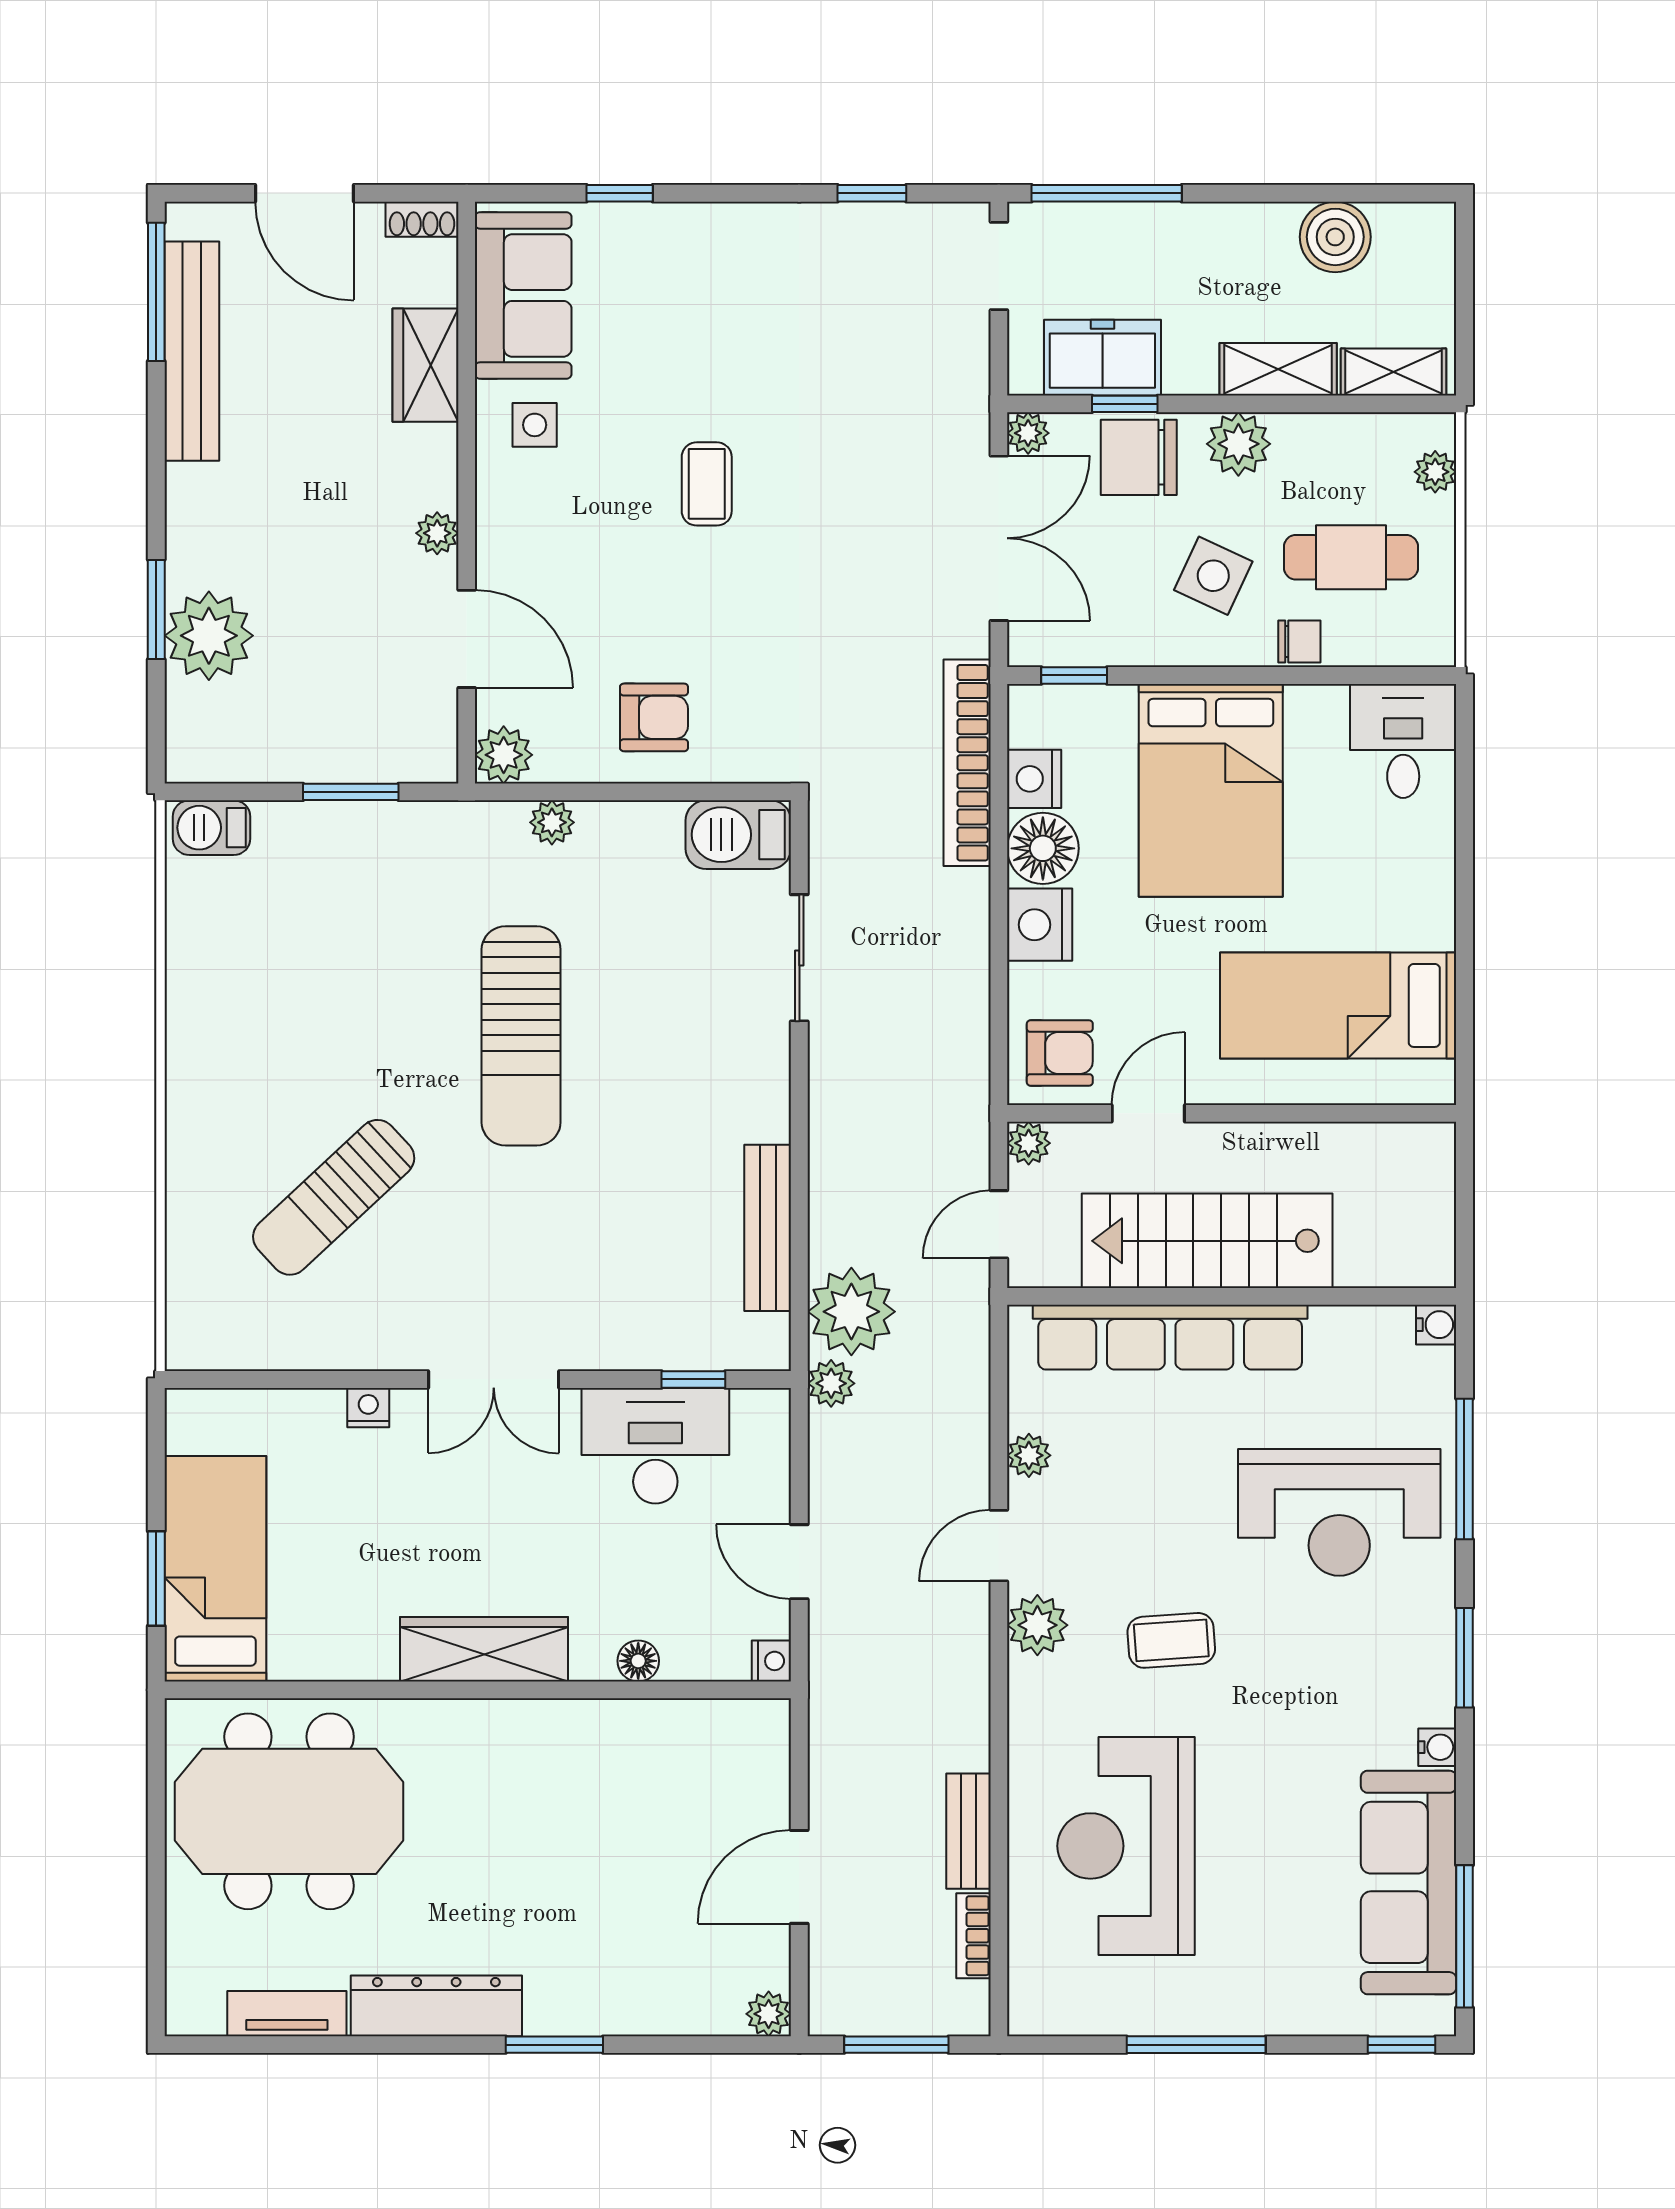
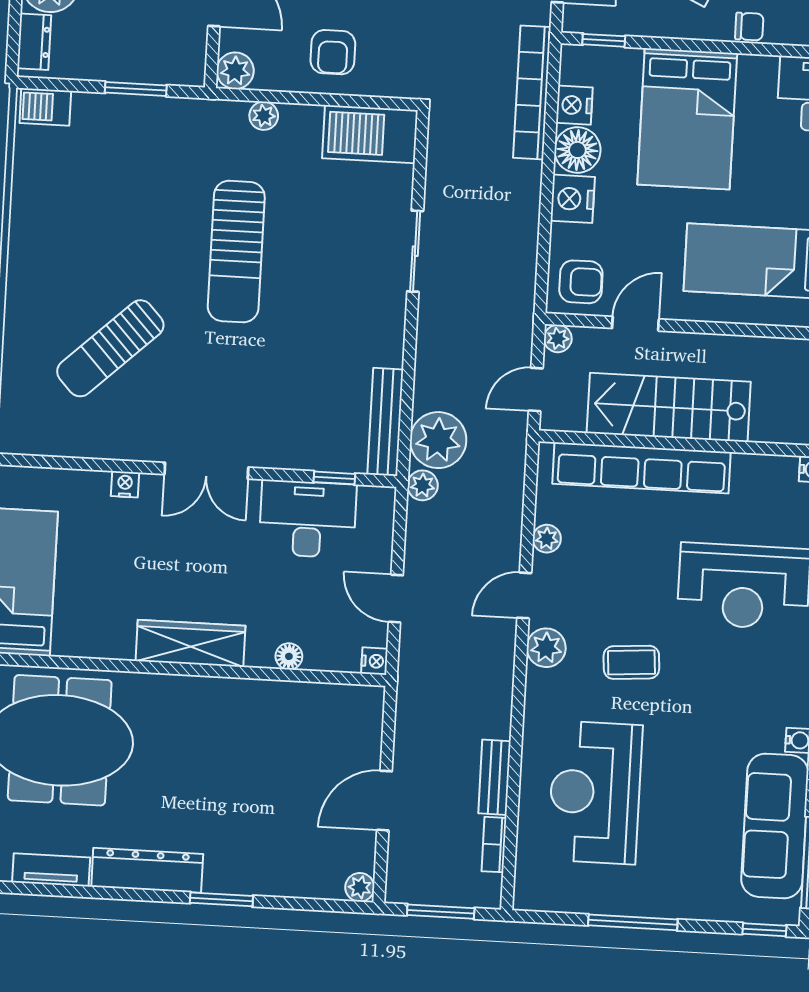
armchair: (654, 717) -> (333, 52), turned 90
dresser: (189, 727) -> (34, 42), added
barbecue: (738, 835) -> (370, 134), width x1.37, depth x1.21
sliding door: (799, 958) -> (415, 251), moved
bench: (768, 1228) -> (385, 422), moved

